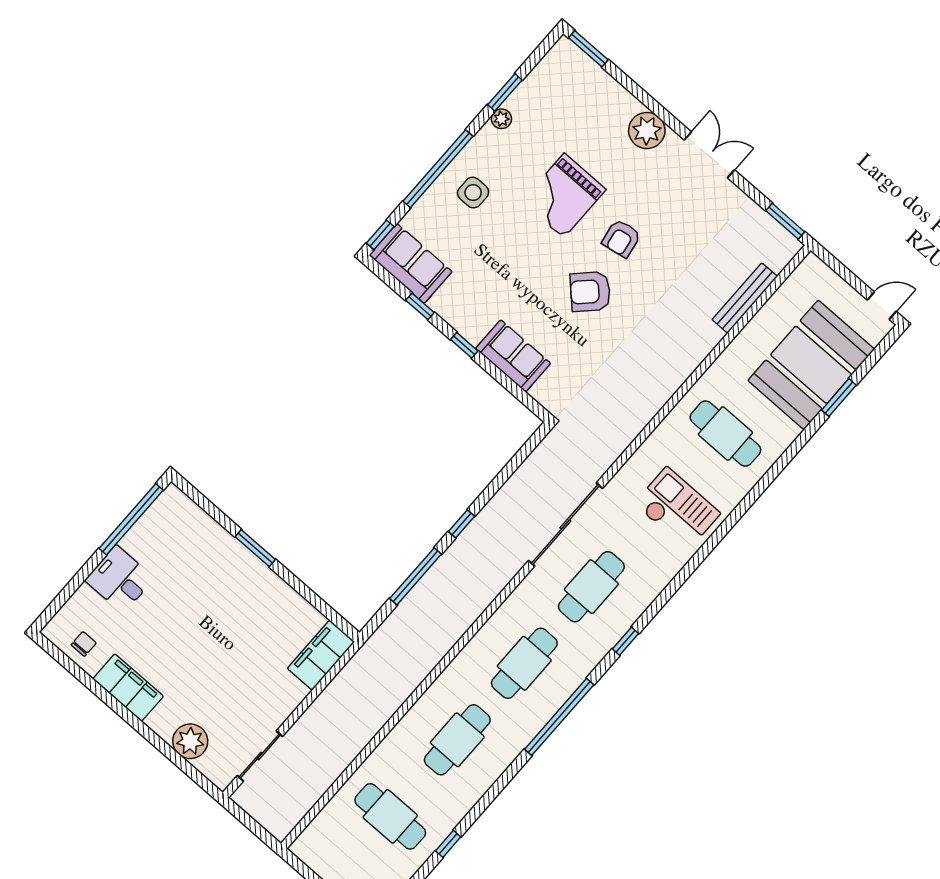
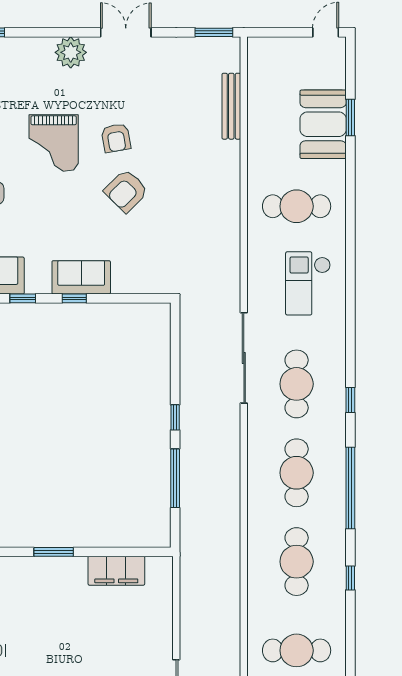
sofa: (513, 356) -> (81, 277), moved
booth: (811, 365) -> (323, 124), width x0.73, depth x0.70
checkout: (677, 509) -> (308, 283), turned -90
filing cabinet: (321, 655) -> (116, 571), moved, turned -90
window: (448, 844) -> (350, 578), moved

